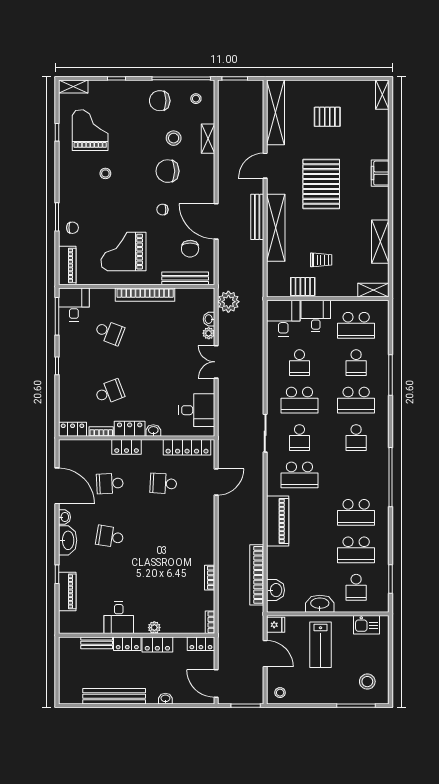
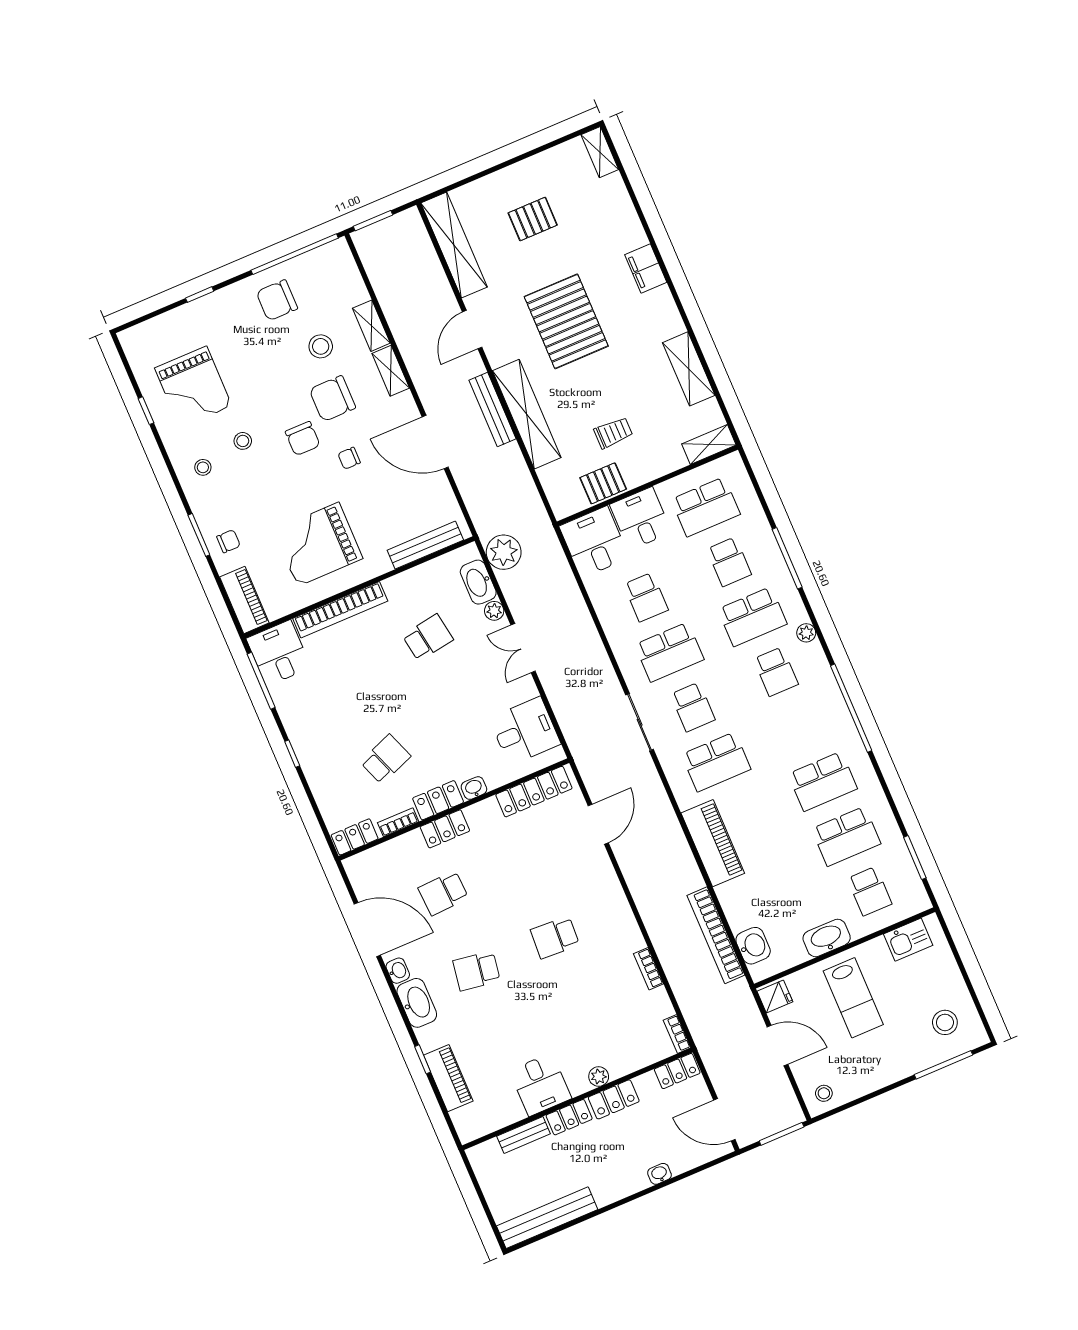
shelving: (73, 87) -> (391, 371), moved, turned 90
stool: (196, 99) -> (203, 467), moved
grand piano: (90, 130) -> (193, 387), turned 180
chair: (190, 249) -> (303, 439), moved
bookcase: (145, 295) -> (340, 610), moved
washbasin: (209, 319) -> (478, 582), width x1.91, depth x1.45
school desk: (109, 332) -> (428, 638), moved, turned -30
plant: (383, 423) -> (806, 633), added
school desk: (163, 483) -> (555, 937), moved
bench: (114, 696) -> (547, 1218), moved

